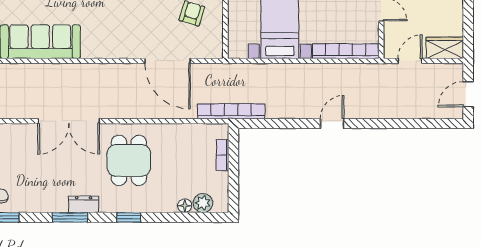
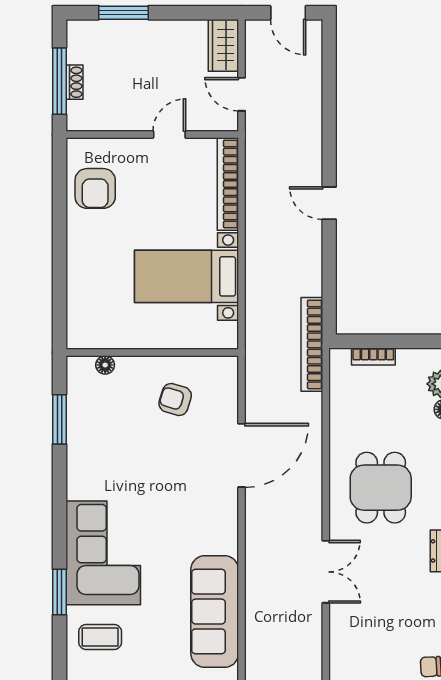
door: (168, 61) -> (242, 455), moved
double door: (69, 121) -> (326, 572), width x0.73
dining table: (129, 160) -> (381, 488), turned 90

